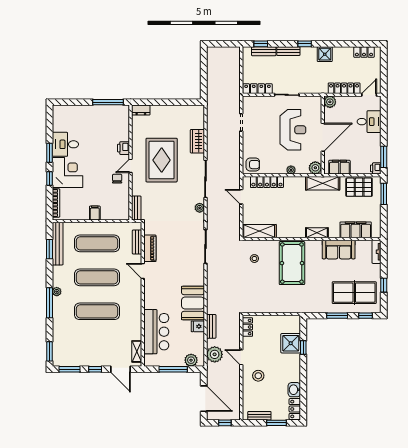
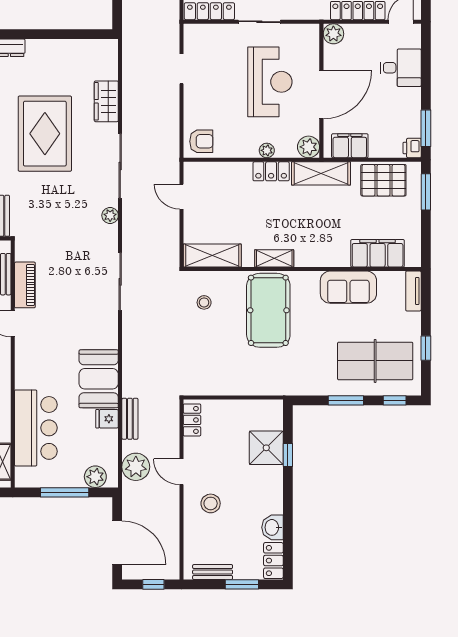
locker: (267, 182) -> (271, 171), moved, width x0.66
shelving: (317, 233) -> (274, 258), moved

